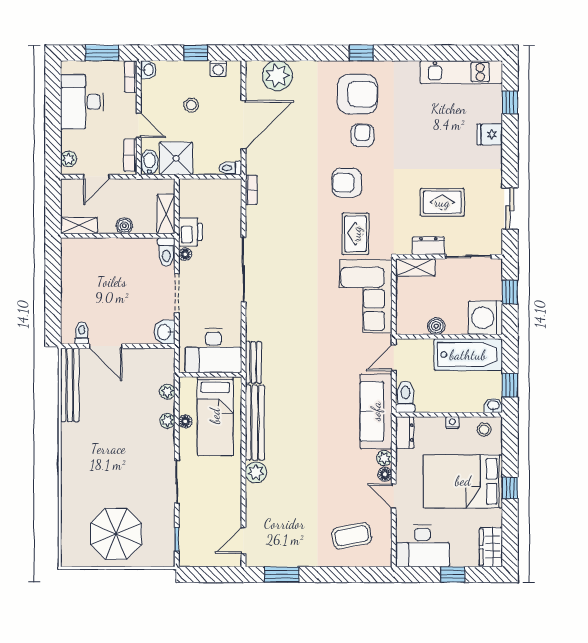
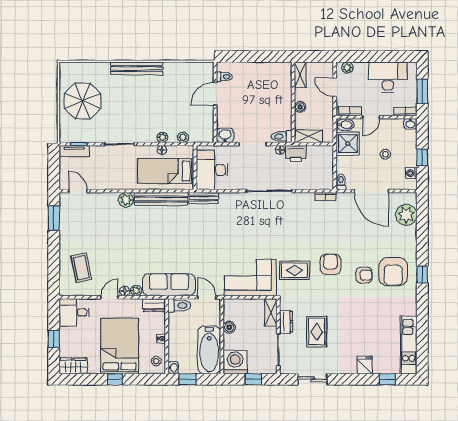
bench: (70, 385) -> (137, 68), moved
tv unit: (187, 546) -> (74, 151), added
desk: (422, 546) -> (74, 312), width x0.73

